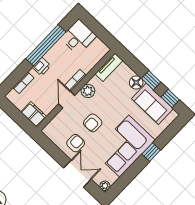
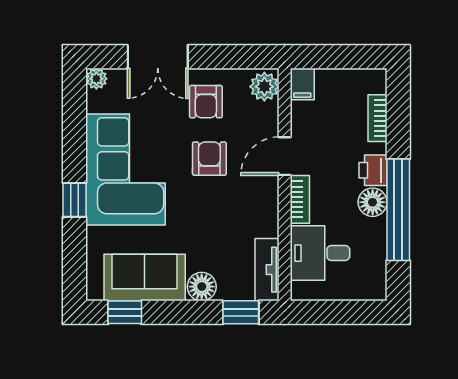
desk: (79, 37) -> (320, 253), moved, turned 90
floor lamp: (52, 56) -> (373, 202), added
window: (151, 80) -> (241, 312), moved
plant: (88, 91) -> (264, 87), moved
door: (67, 100) -> (285, 156), swing flipped
filing cabinet: (34, 114) -> (302, 84), width x0.50

